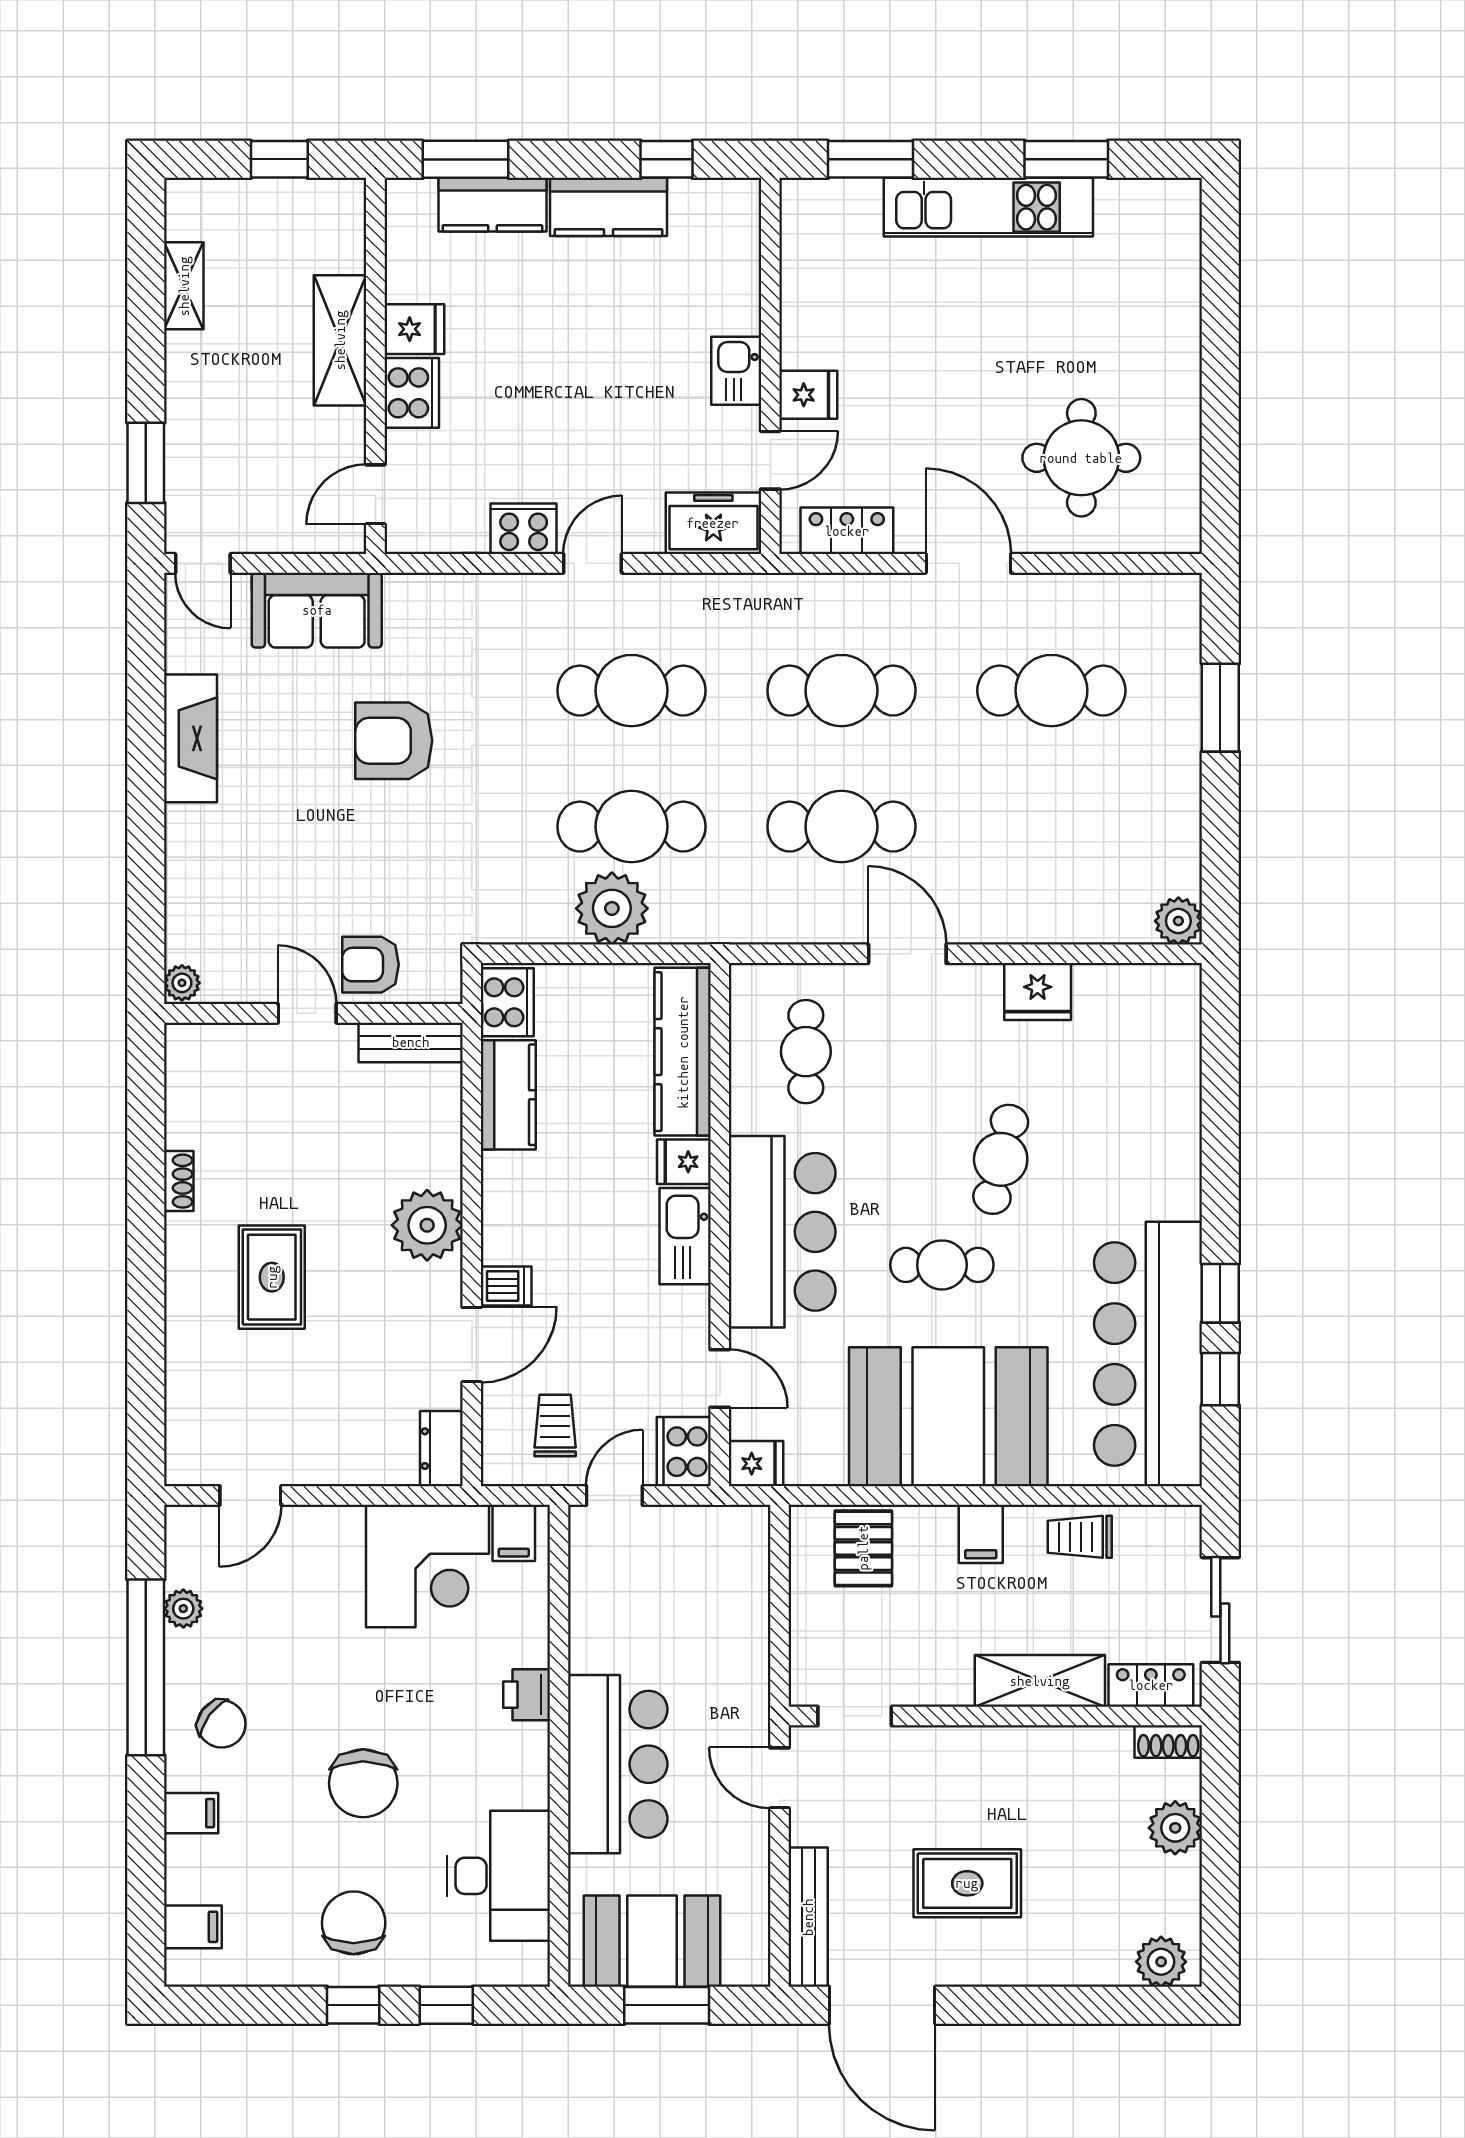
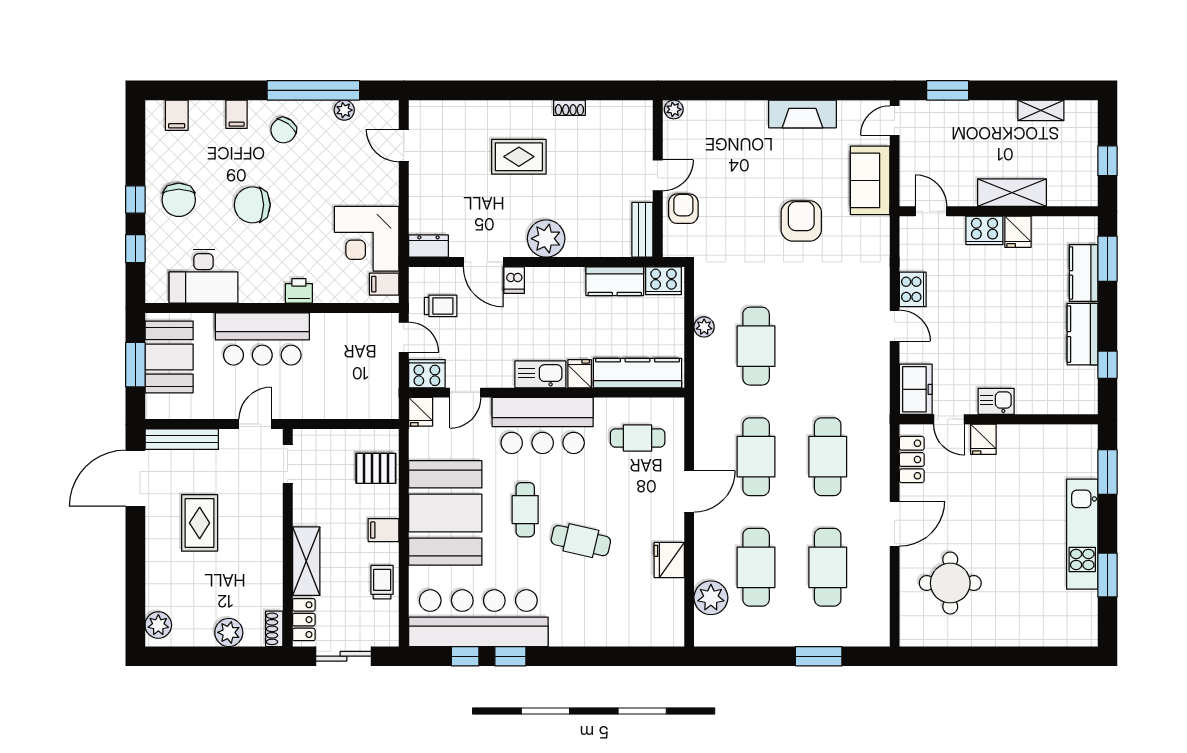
cafe table: (631, 691) -> (756, 567), moved
plant: (612, 908) -> (704, 327), width x0.53, depth x0.53
plant: (1178, 921) -> (711, 598), moved, width x1.36, depth x1.36
chair: (354, 1923) -> (179, 200), turned 90

